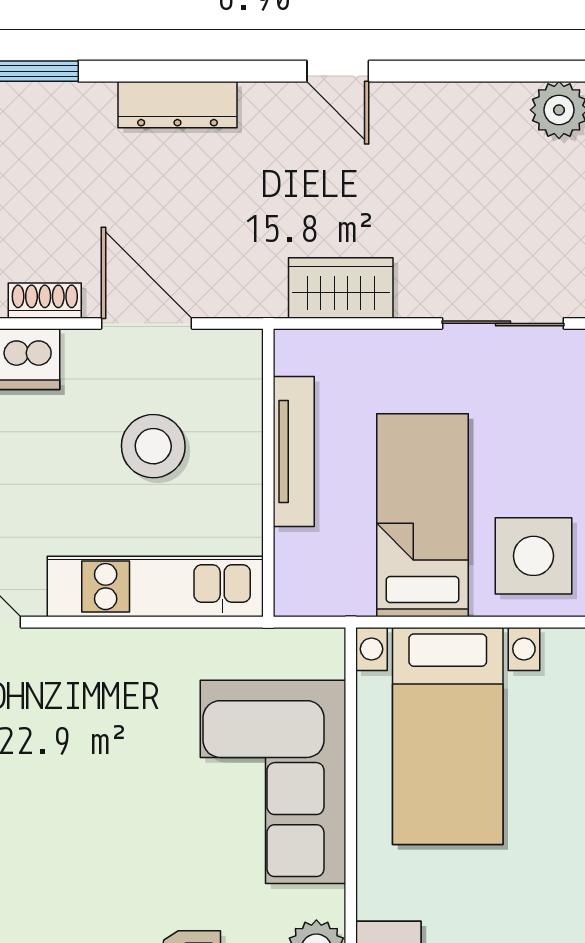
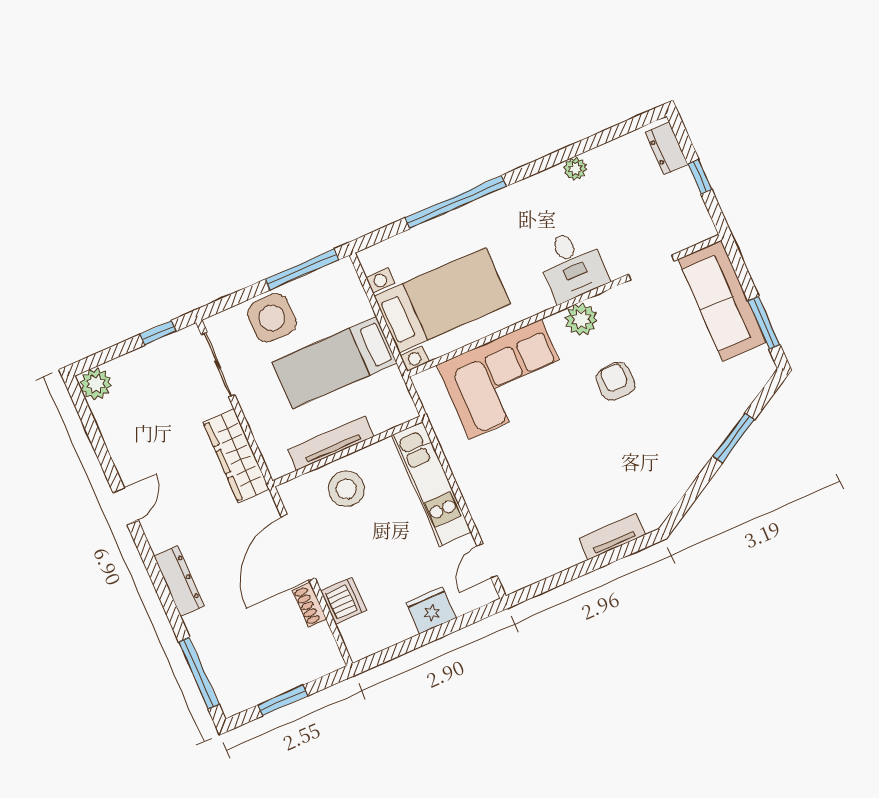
wardrobe: (341, 288) -> (236, 456), width x1.50
door: (147, 323) -> (298, 548), width x1.36
stool: (153, 446) -> (346, 489), moved
side table: (533, 556) -> (272, 318), moved

